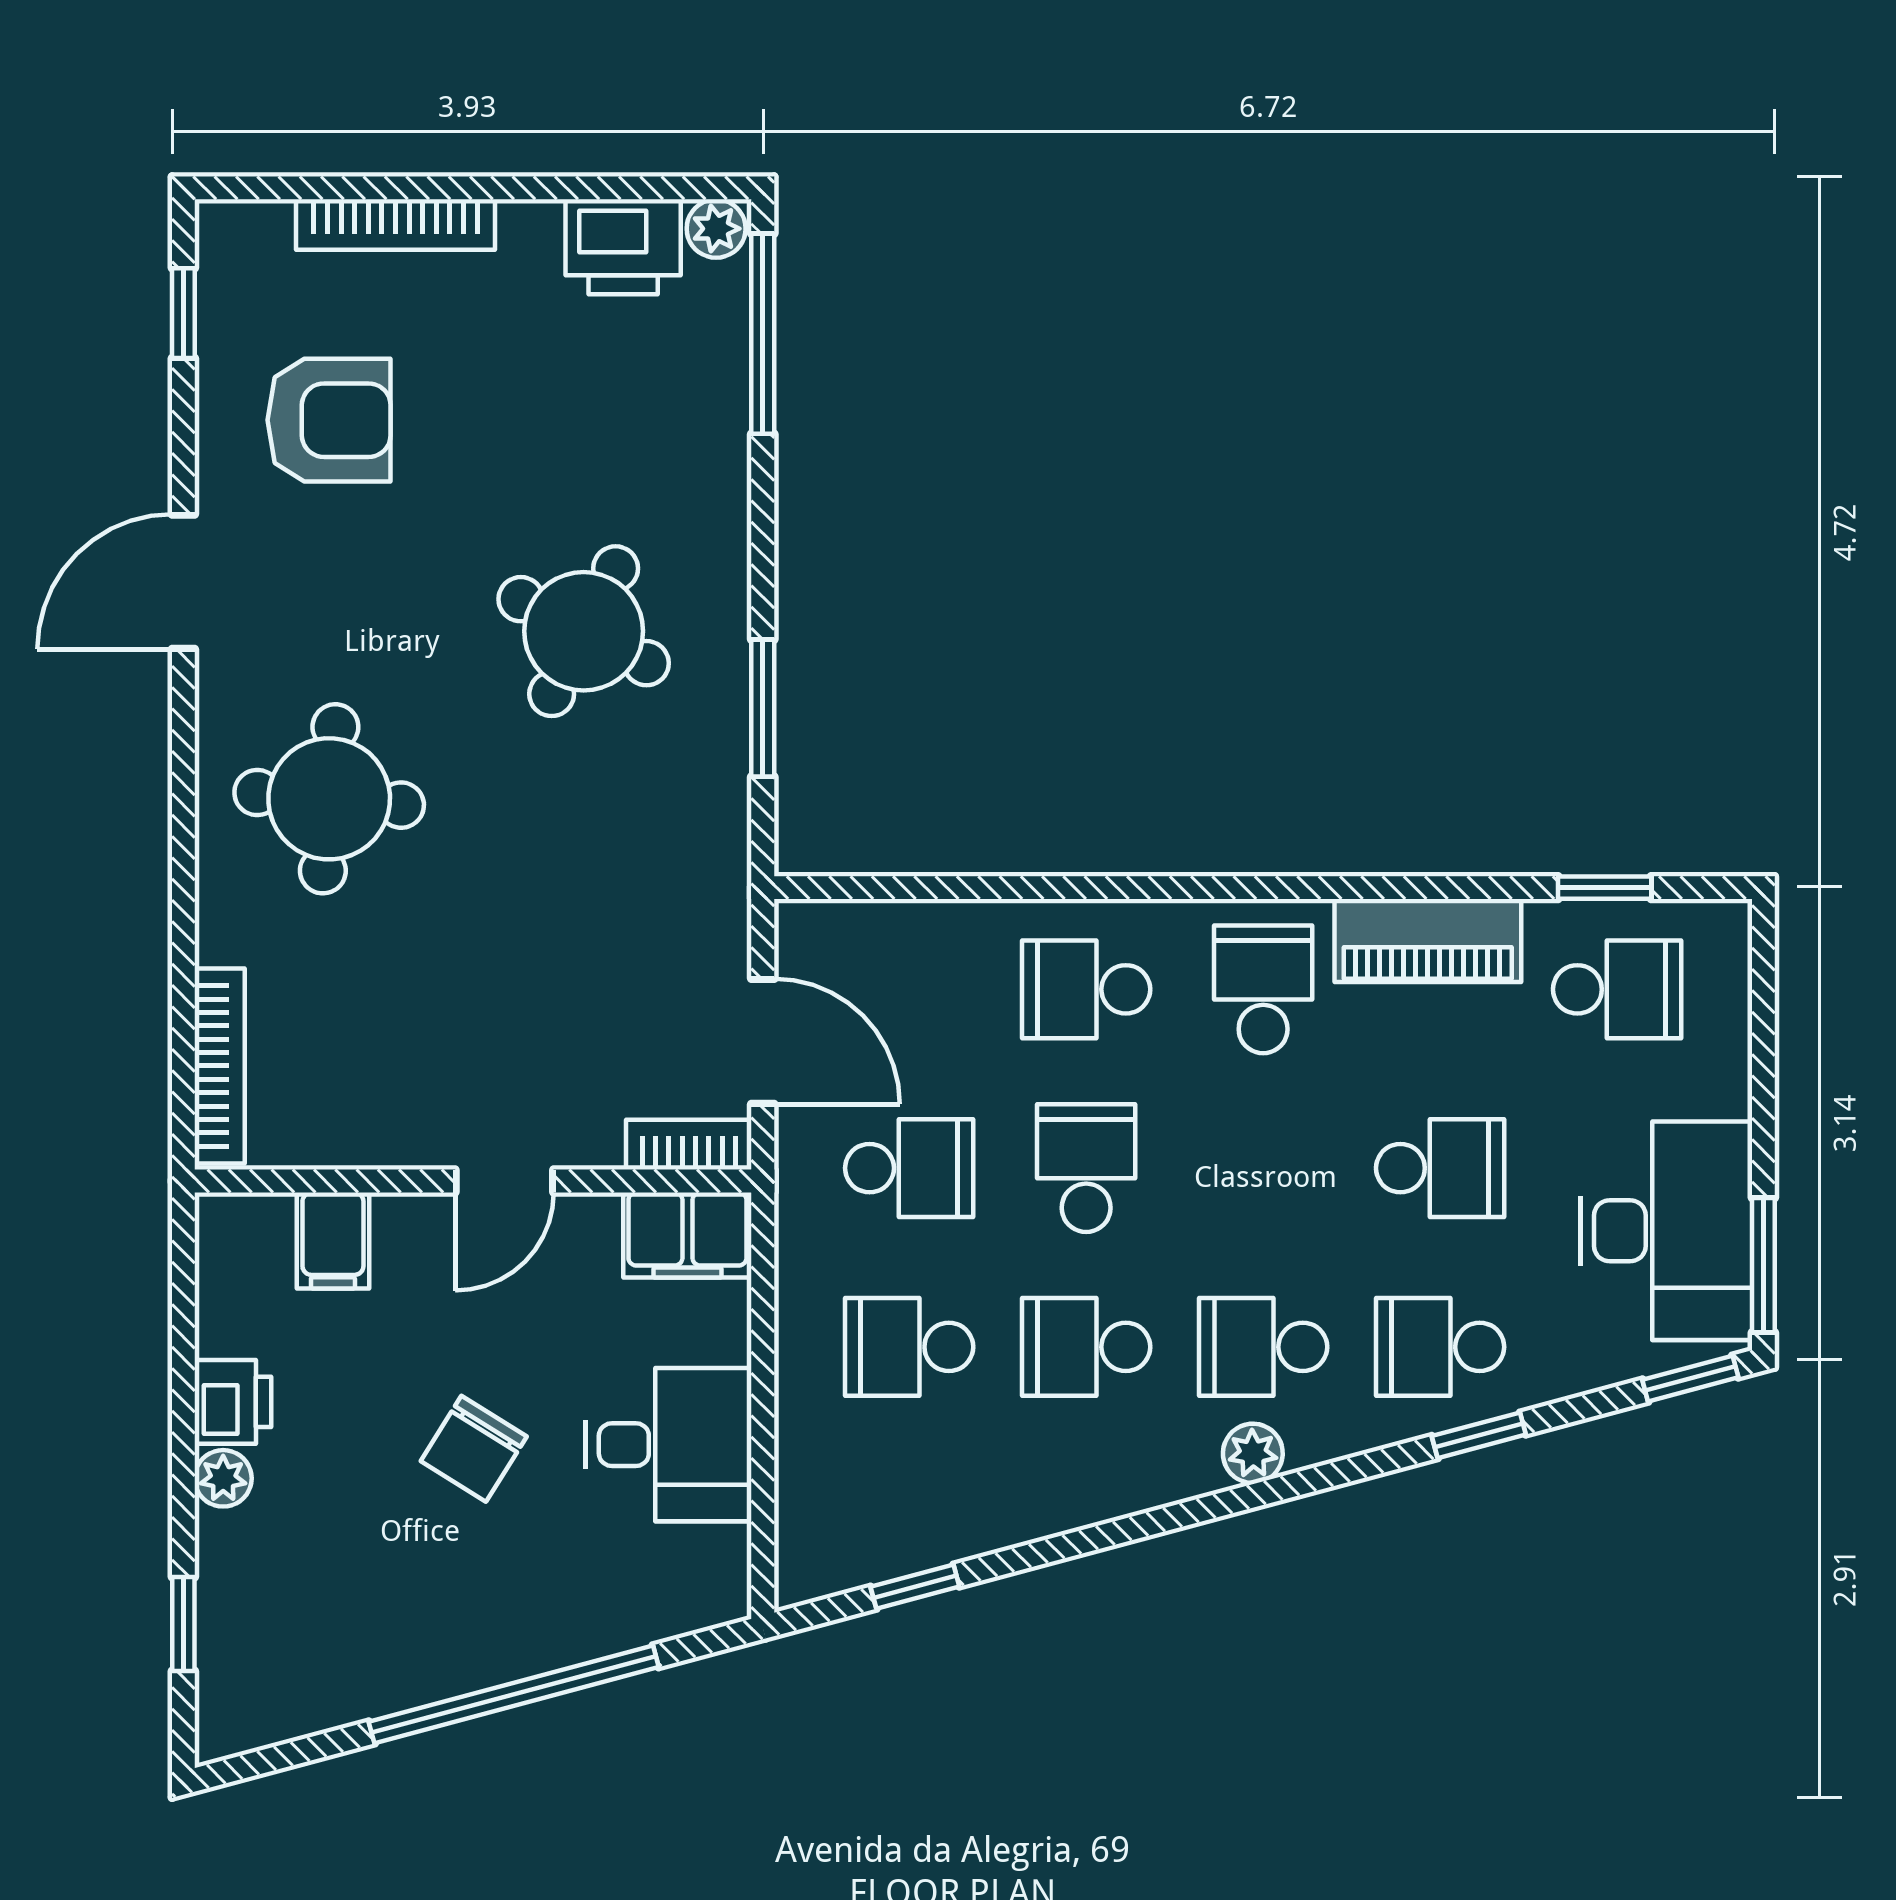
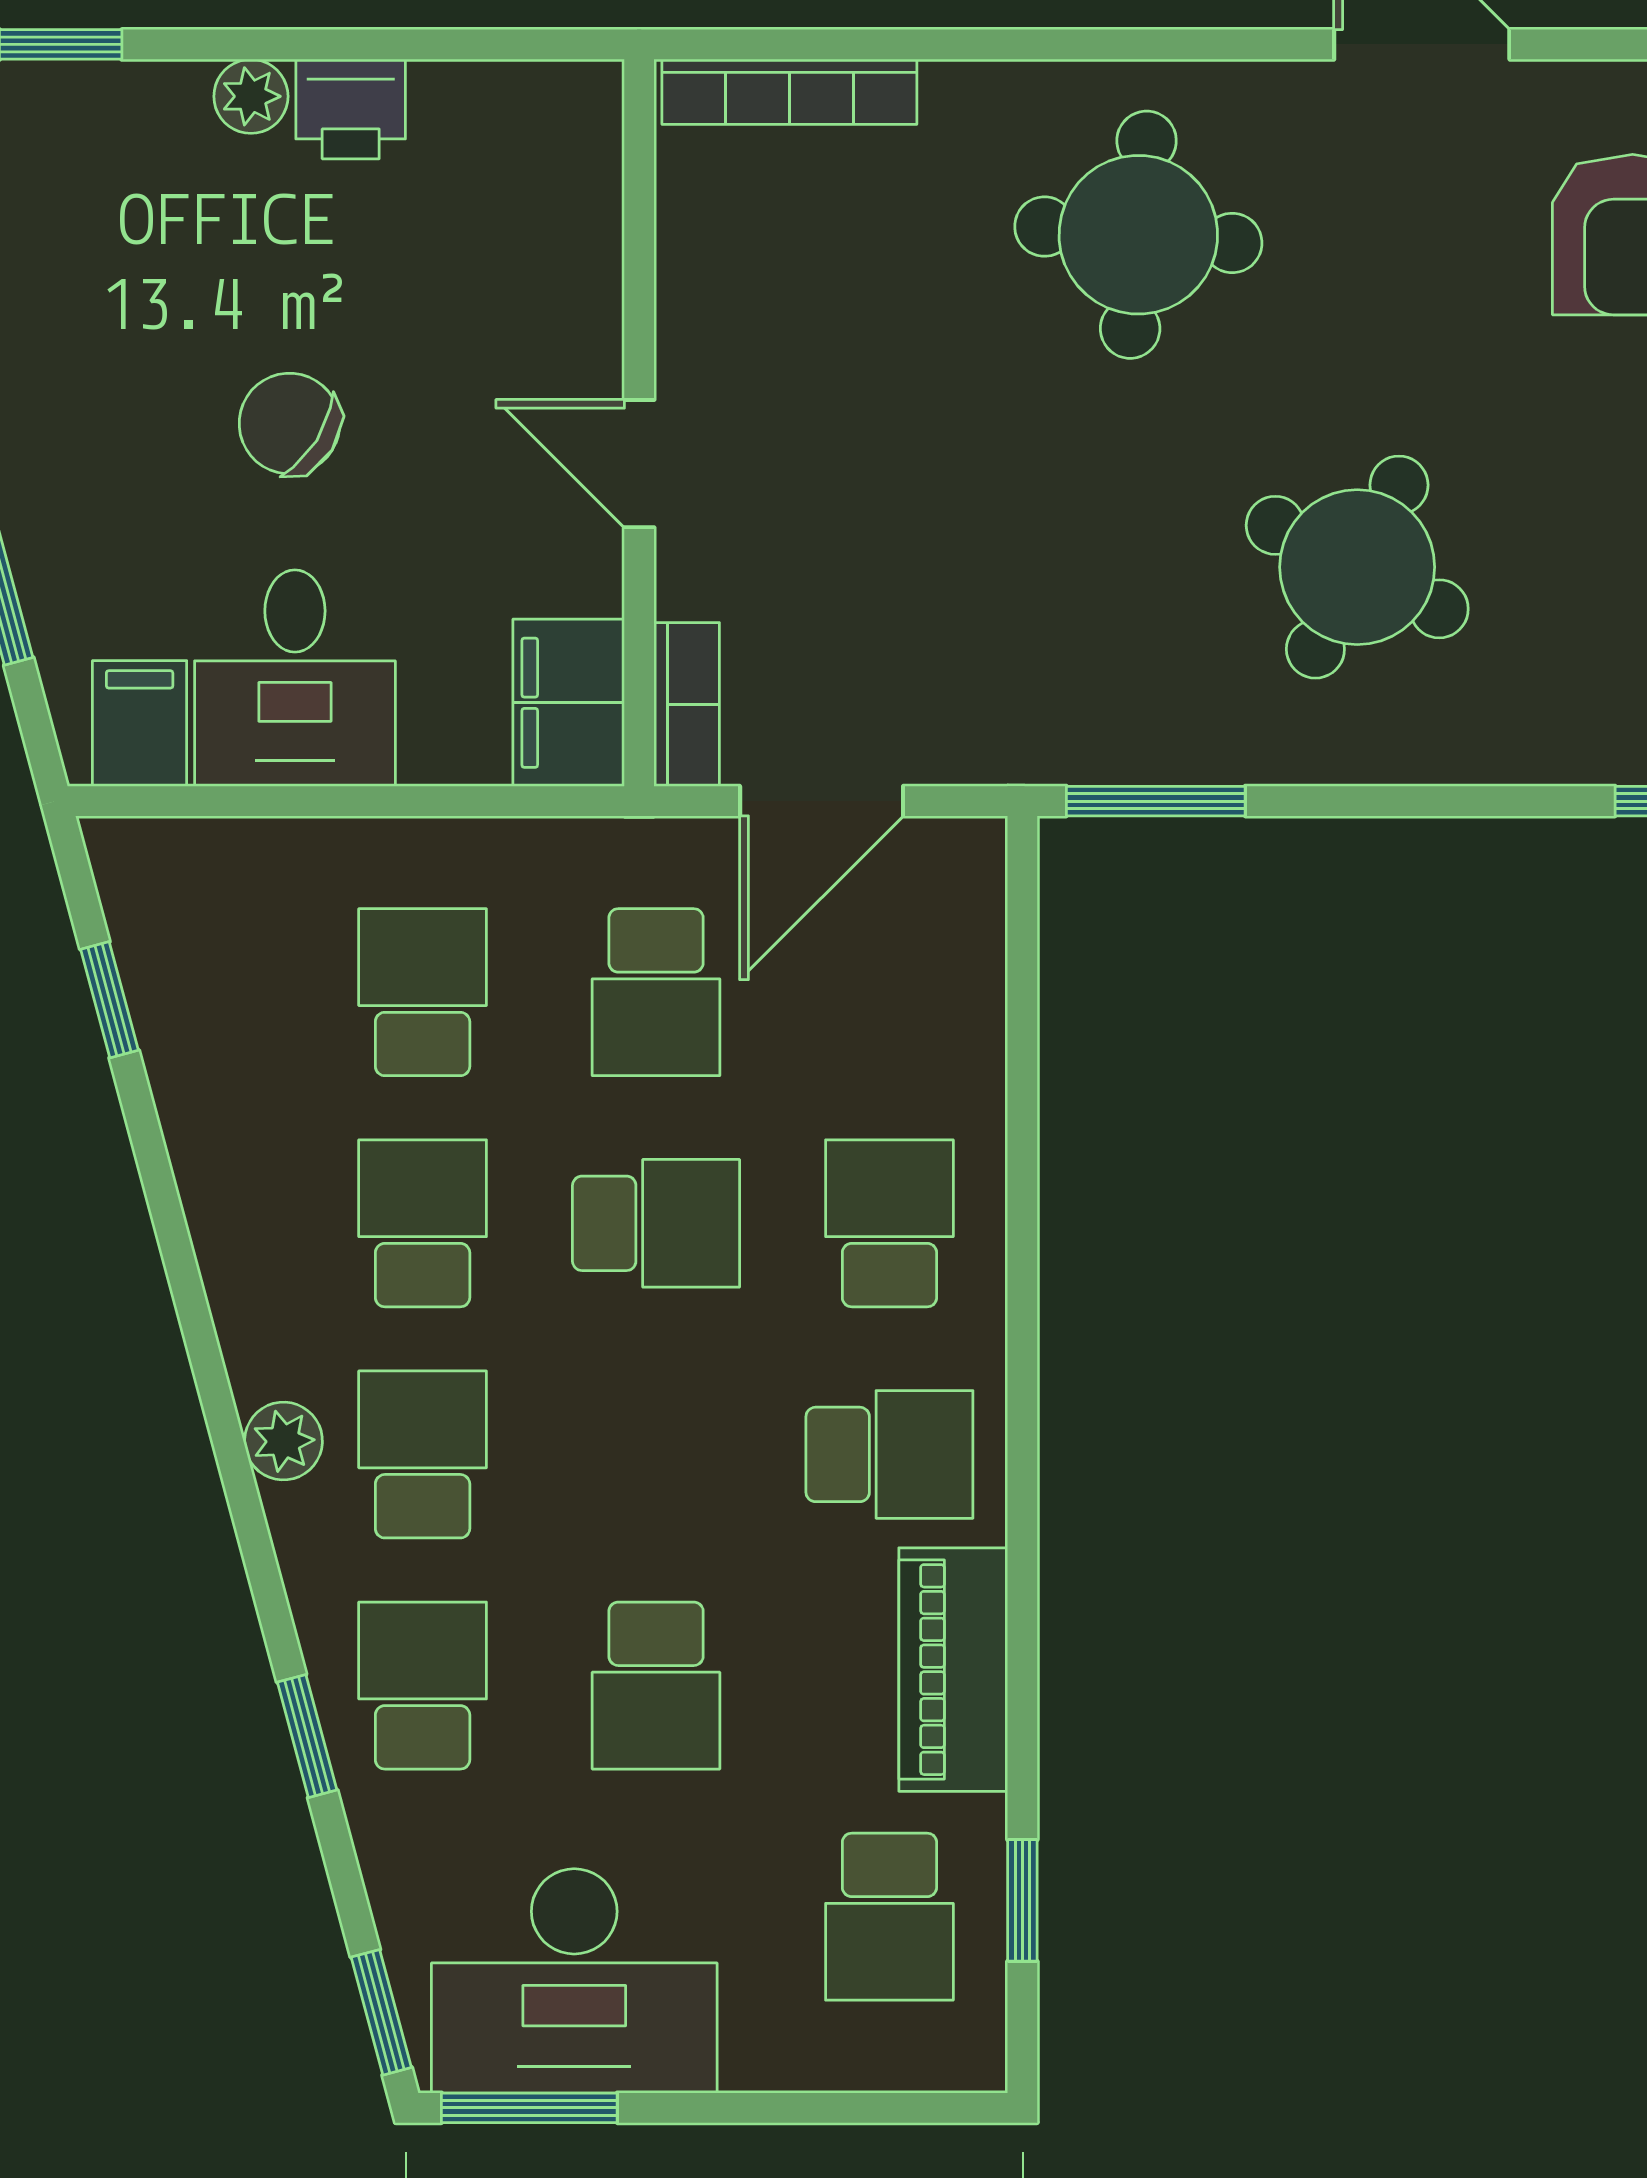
window: (763, 708) -> (1156, 801), moved
filing cabinet: (333, 1240) -> (140, 723), moved, turned 90

